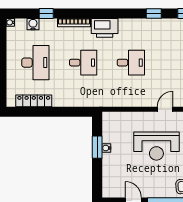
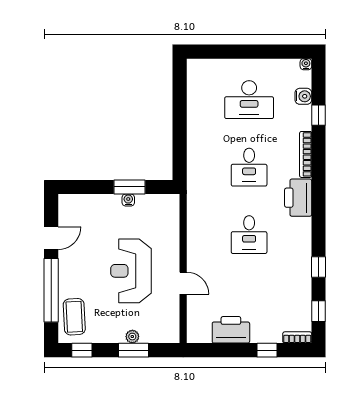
locker: (34, 101) -> (195, 97), removed

